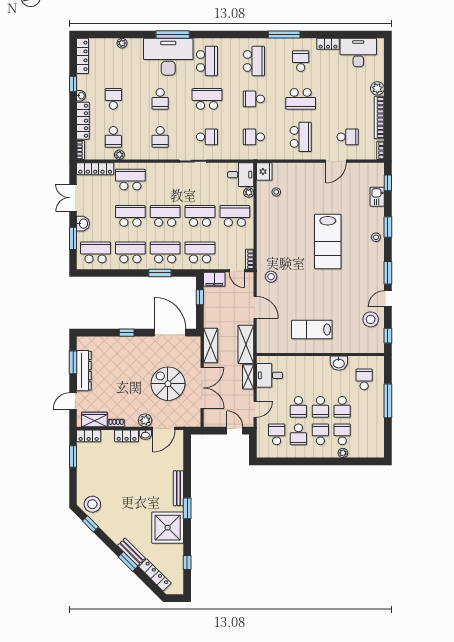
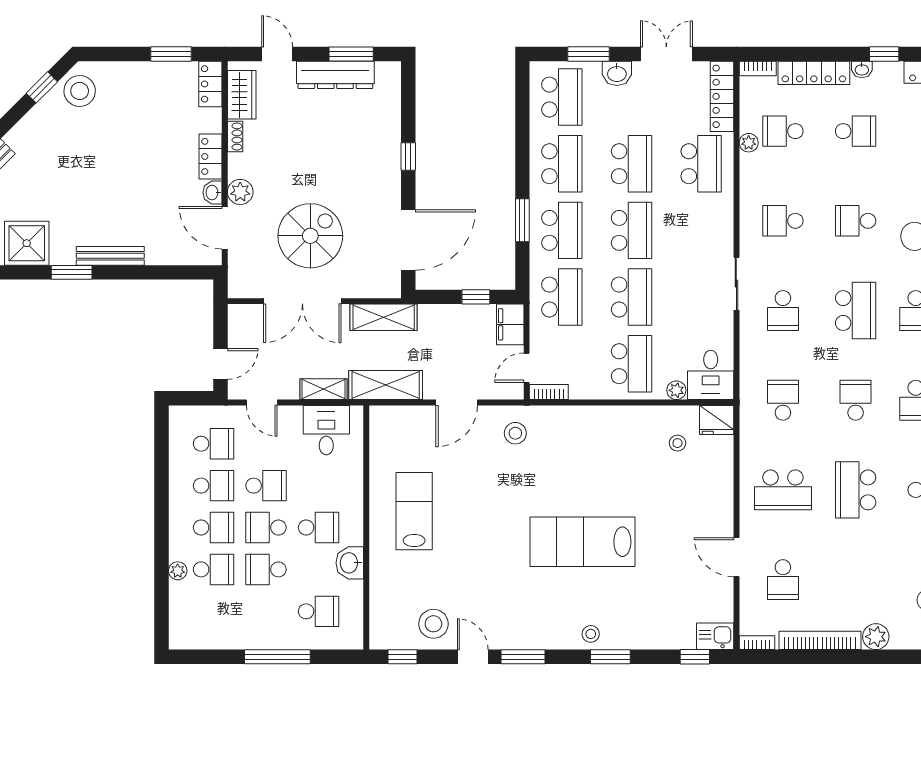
kitchen sink: (377, 197) -> (715, 636), moved
school desk: (320, 379) -> (319, 528), added
school desk: (298, 407) -> (266, 486), turned 180
school desk: (298, 434) -> (213, 486), turned 180
shower: (168, 528) -> (27, 243), width x0.73, depth x0.73

